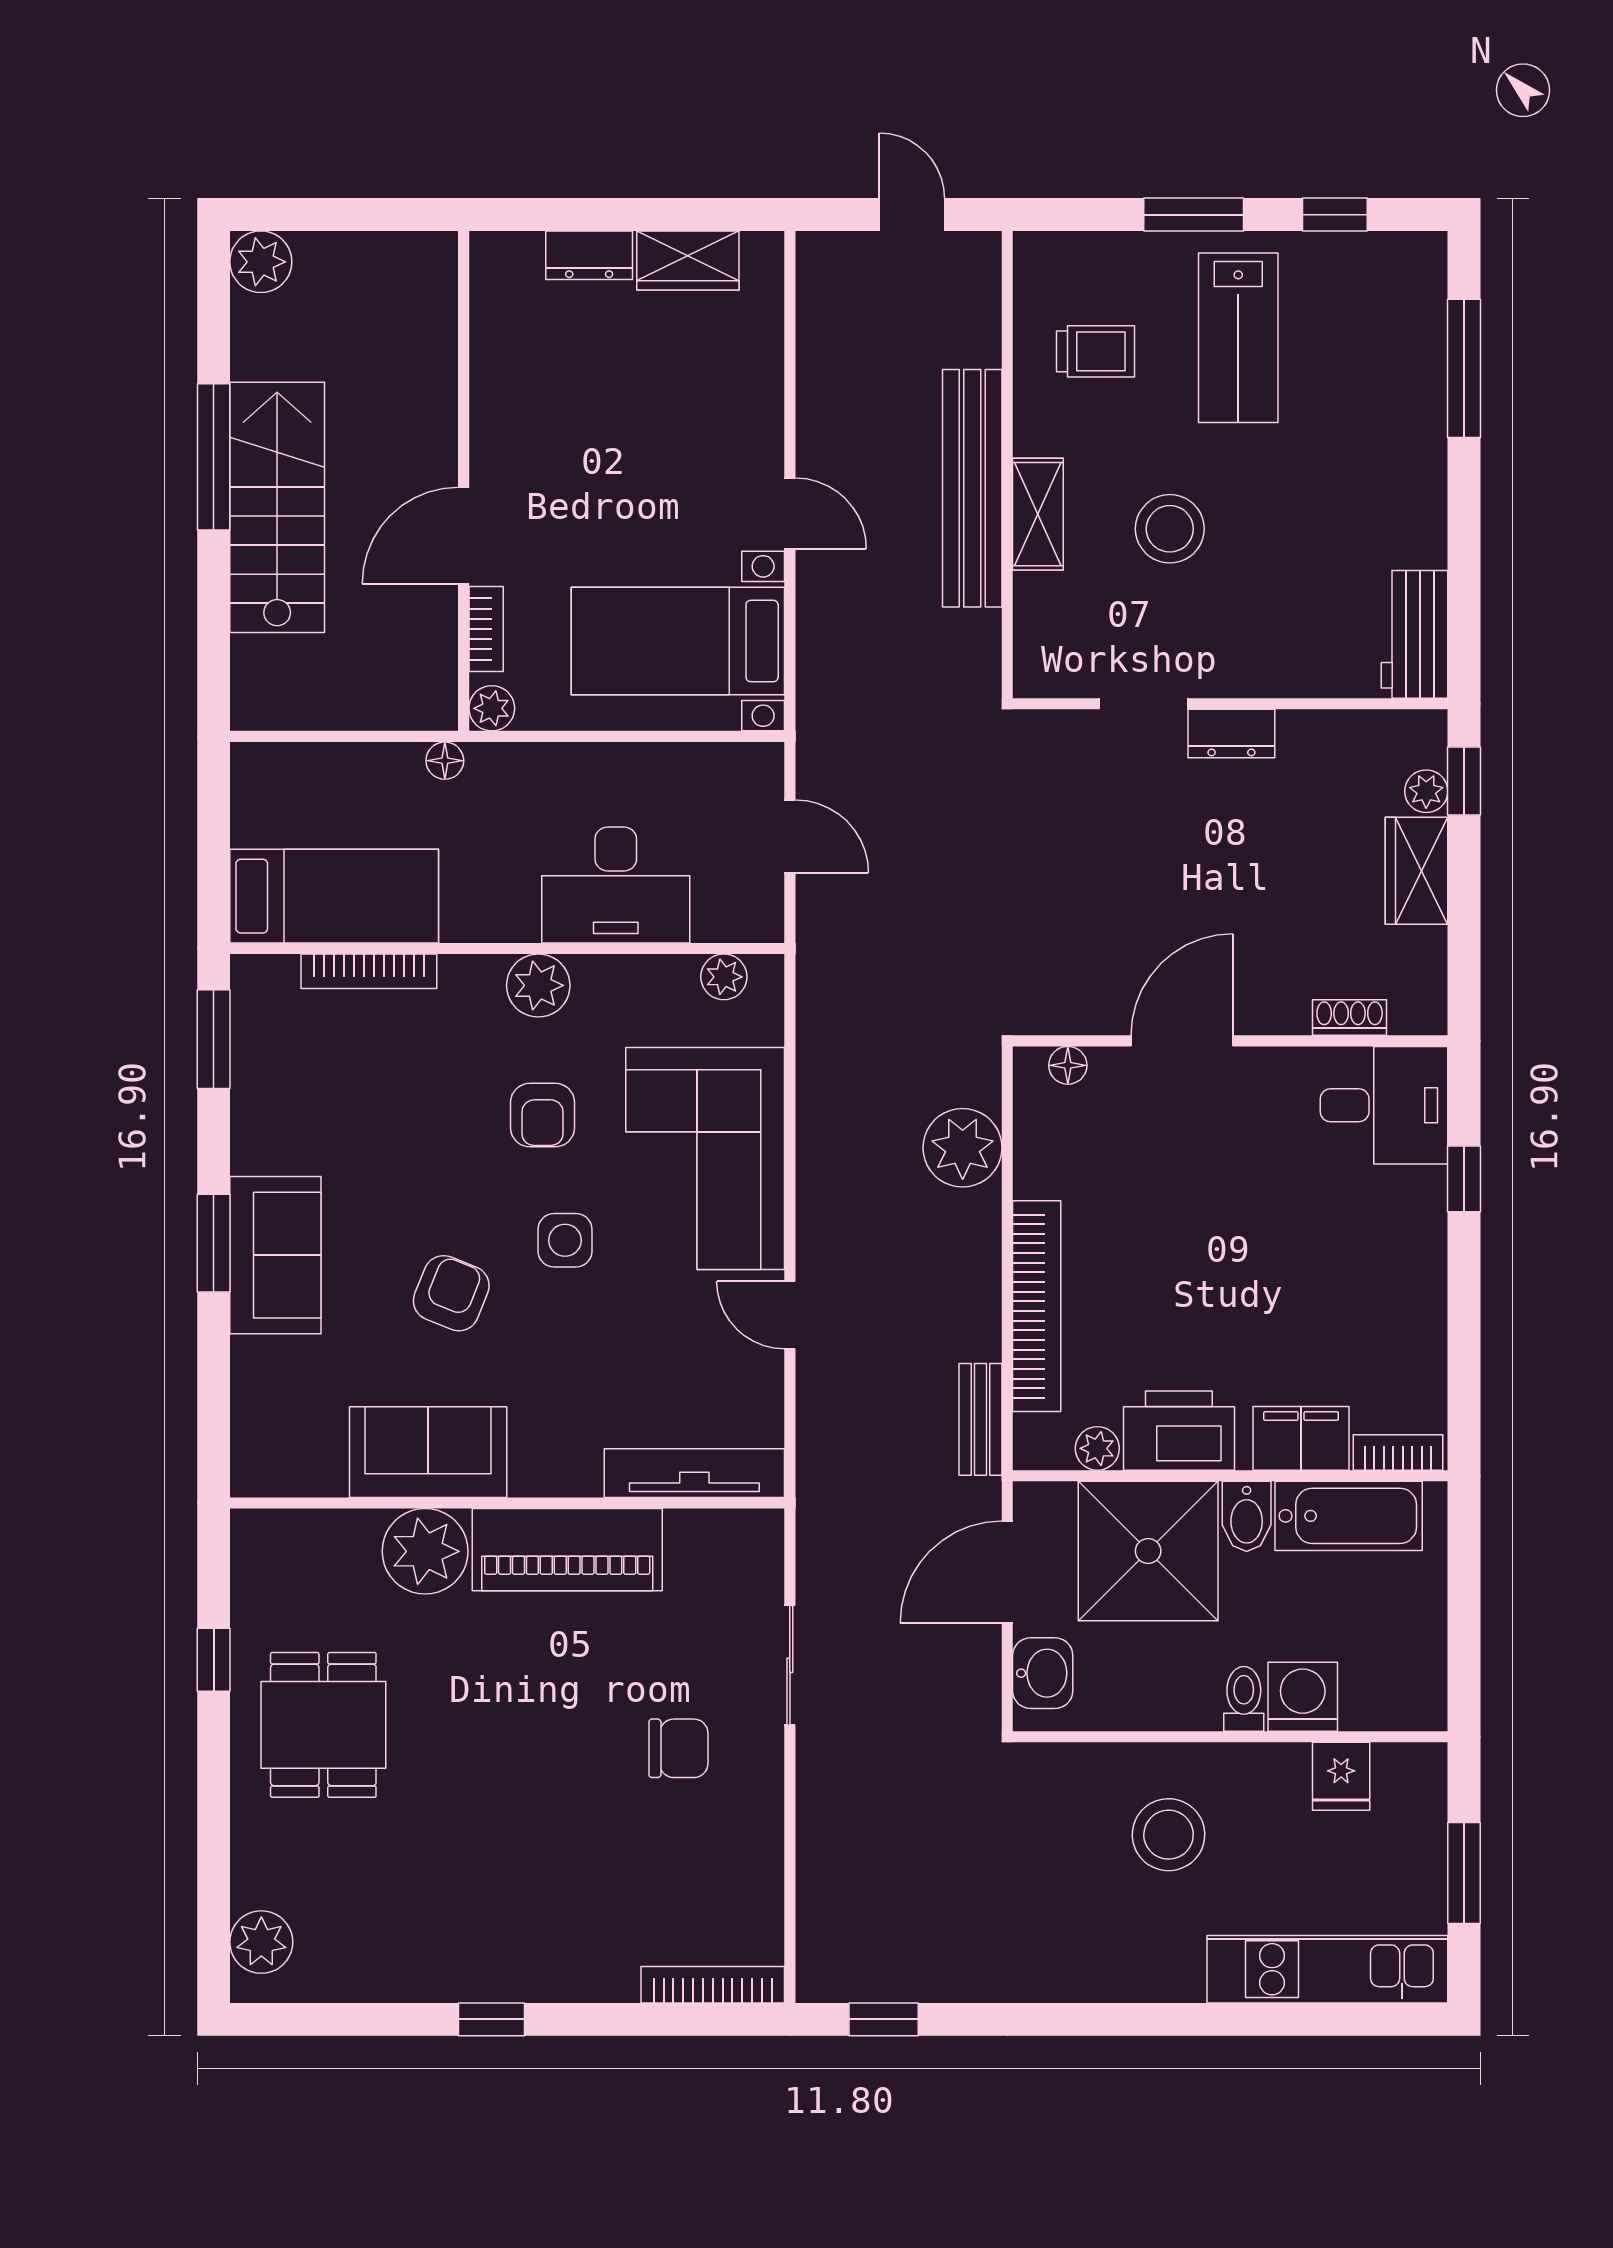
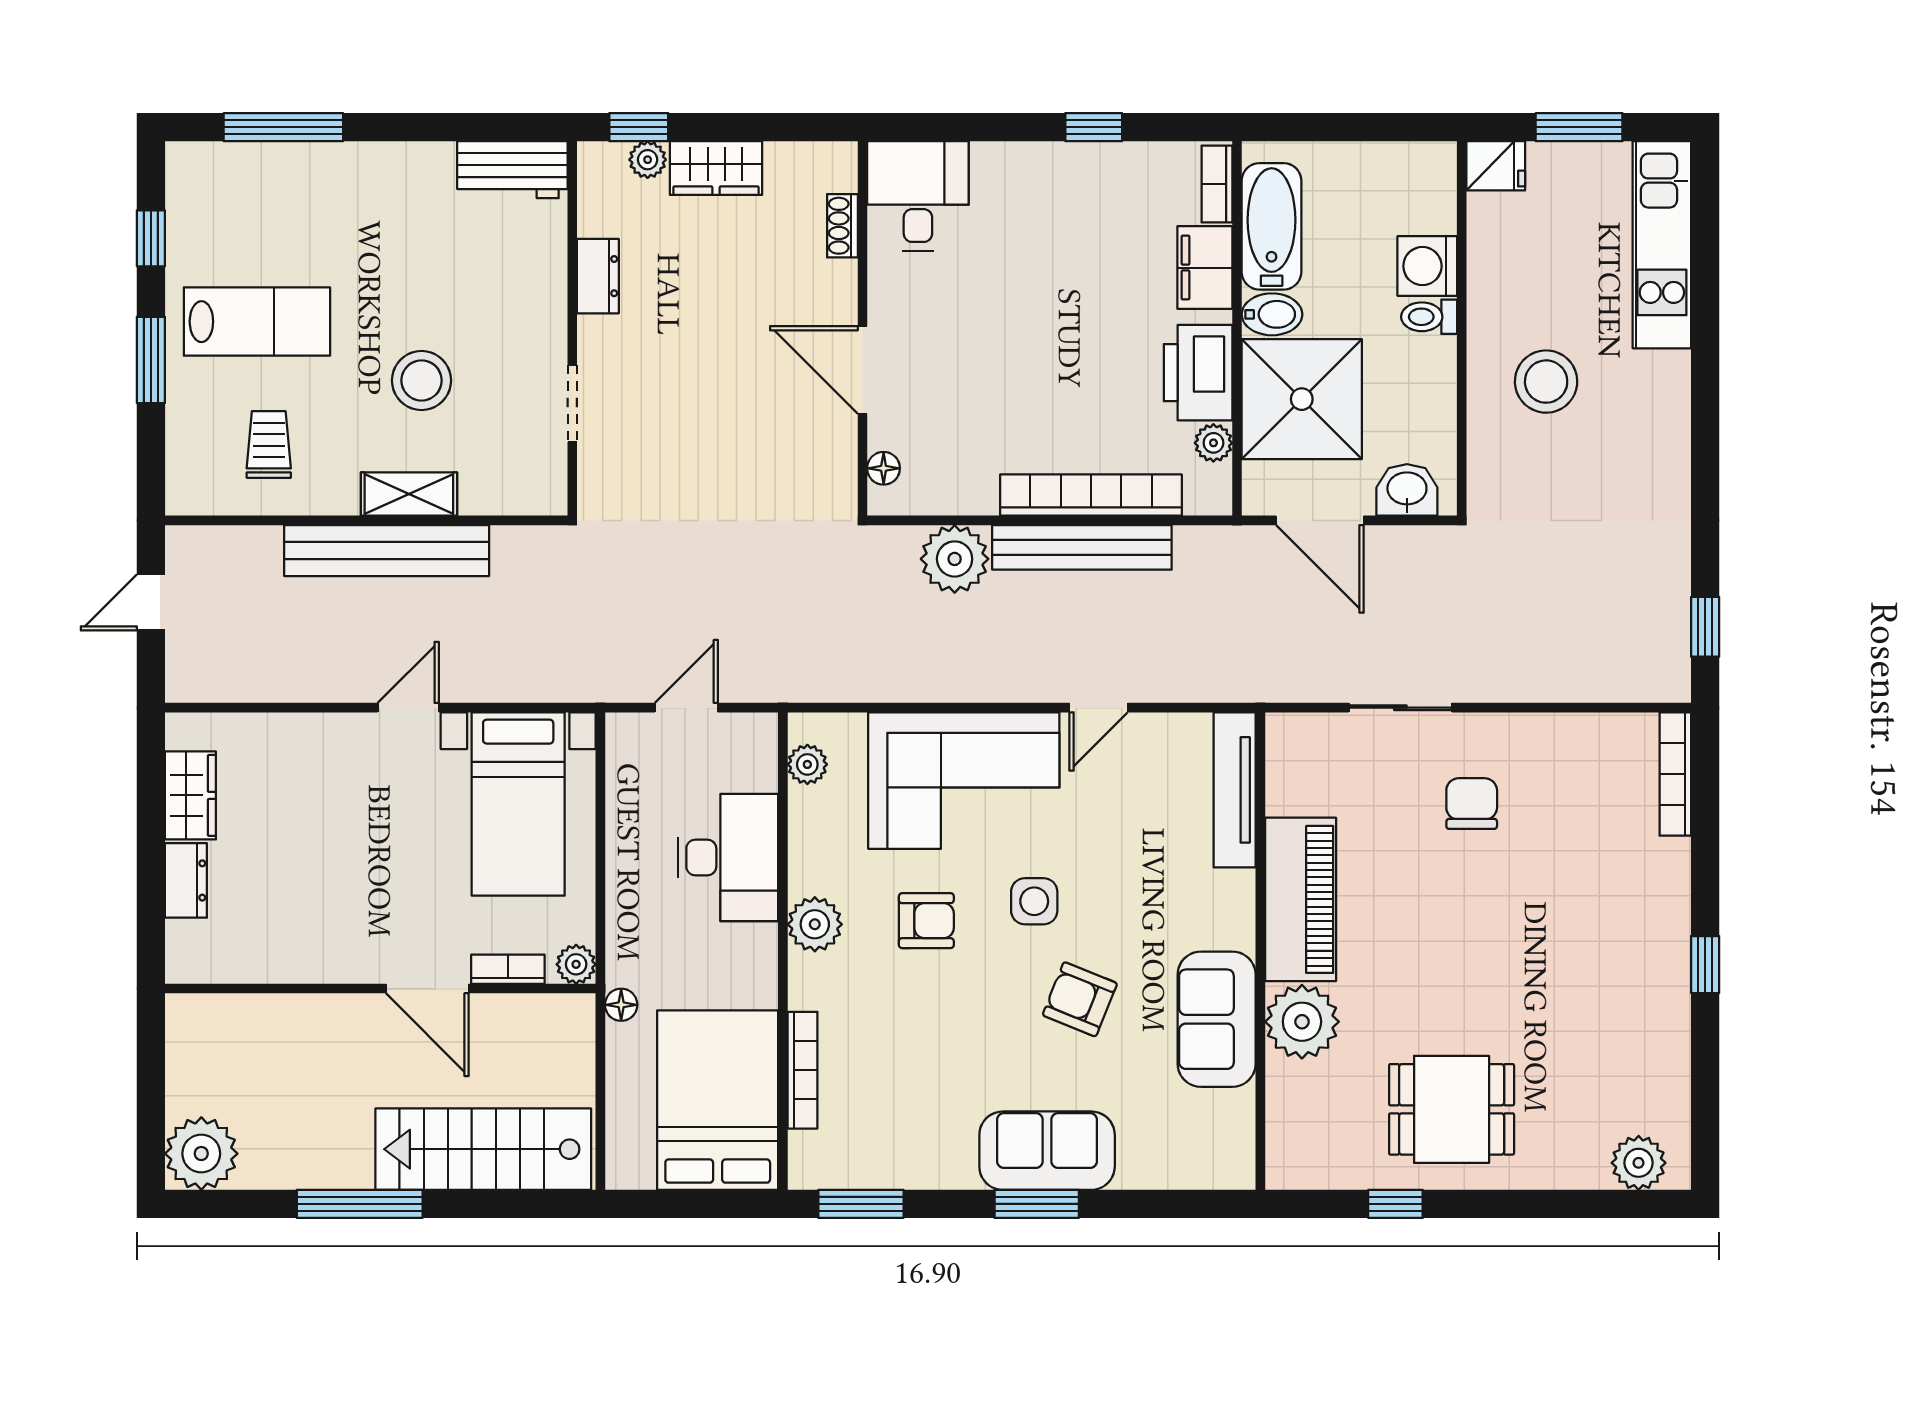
plant: (261, 262) -> (201, 1154), width x1.36, depth x1.36
stairs: (277, 507) -> (483, 1149), moved
dresser: (1231, 734) -> (598, 276), moved
bed: (334, 896) -> (718, 1100), width x1.50
window: (1464, 1179) -> (1094, 127), moved
bench: (981, 1419) -> (1082, 547), moved, width x1.86, depth x1.21
fridge: (1341, 1776) -> (1496, 166), moved

